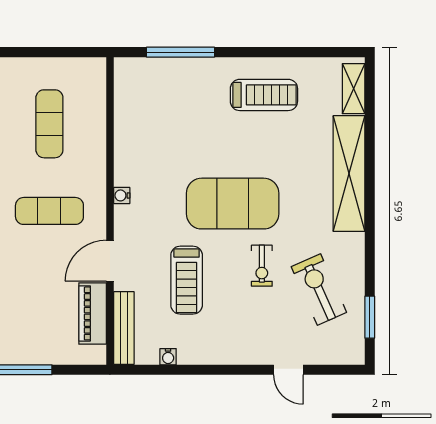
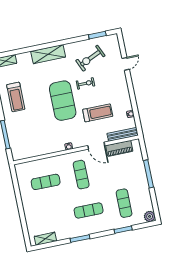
treadmill: (264, 95) -> (16, 97), turned 180
shelving: (349, 174) -> (48, 54), width x0.68

